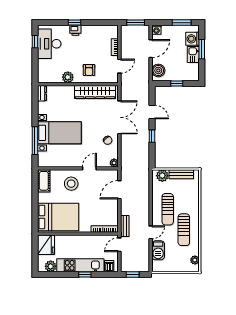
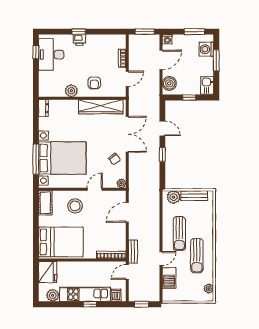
kitchen sink: (193, 54) -> (207, 86), moved
bed with nightstands: (59, 133) -> (62, 158), width x1.36

